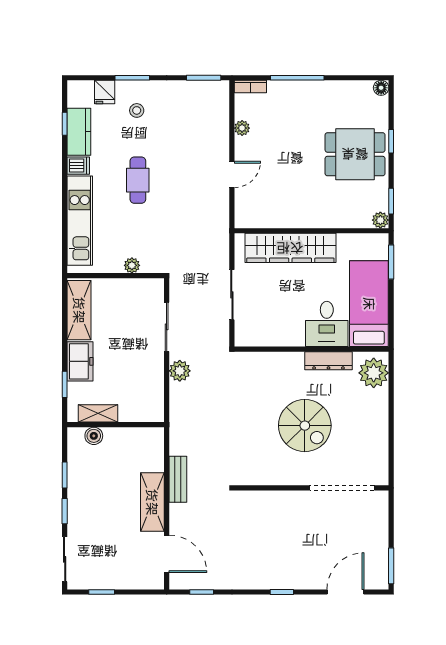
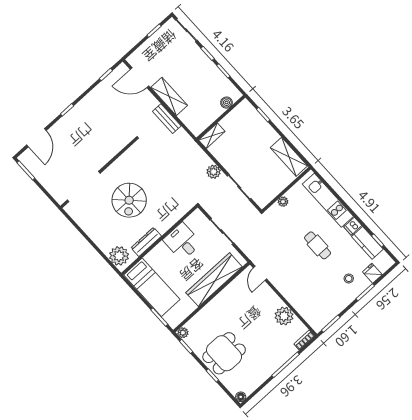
plant: (242, 128) -> (284, 316), width x1.88, depth x1.88
door: (232, 174) -> (260, 273), moved
desk: (327, 324) -> (182, 242), moved
freezer: (80, 361) -> (266, 132), removed
shelving: (98, 413) -> (212, 136), moved
spiral stairs: (305, 426) -> (129, 200), turned -90

